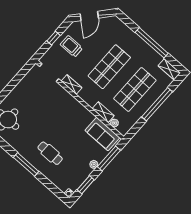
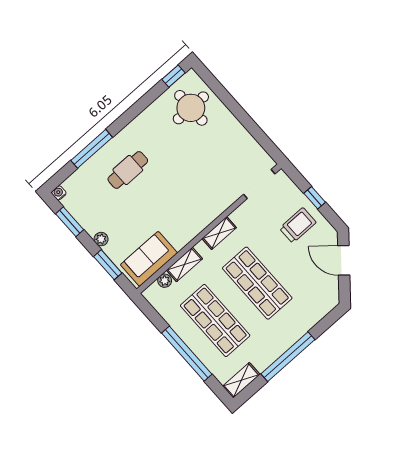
shelving: (72, 84) -> (219, 233), moved
window: (109, 159) -> (108, 265), width x0.69
window: (26, 164) -> (92, 149), moved

